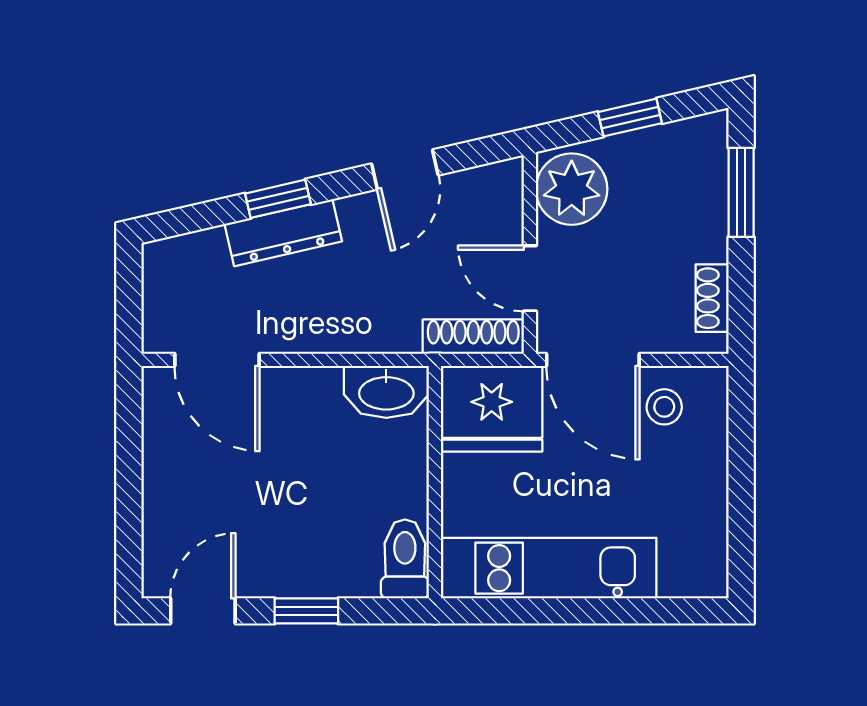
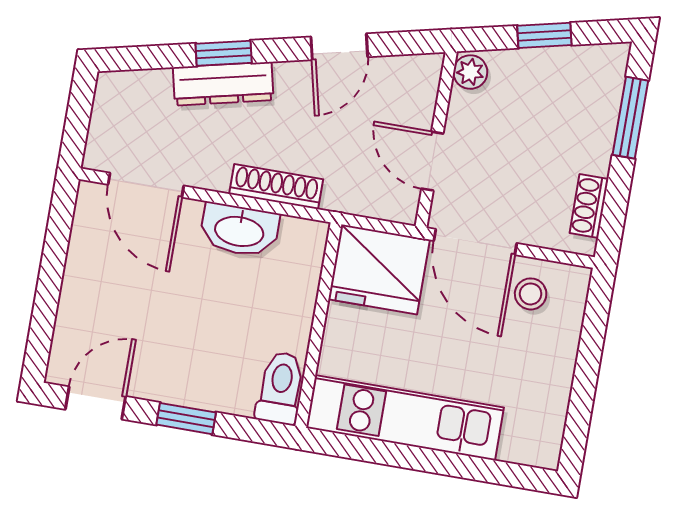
plant: (572, 189) -> (470, 72), width x0.53, depth x0.53
shoe rack: (473, 337) -> (276, 187), moved
washbasin: (386, 392) -> (239, 230), moved

